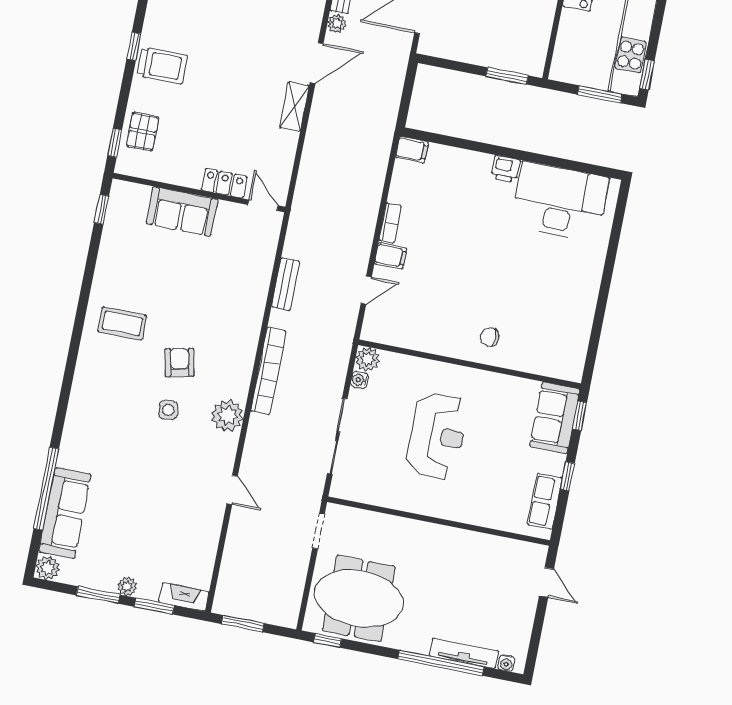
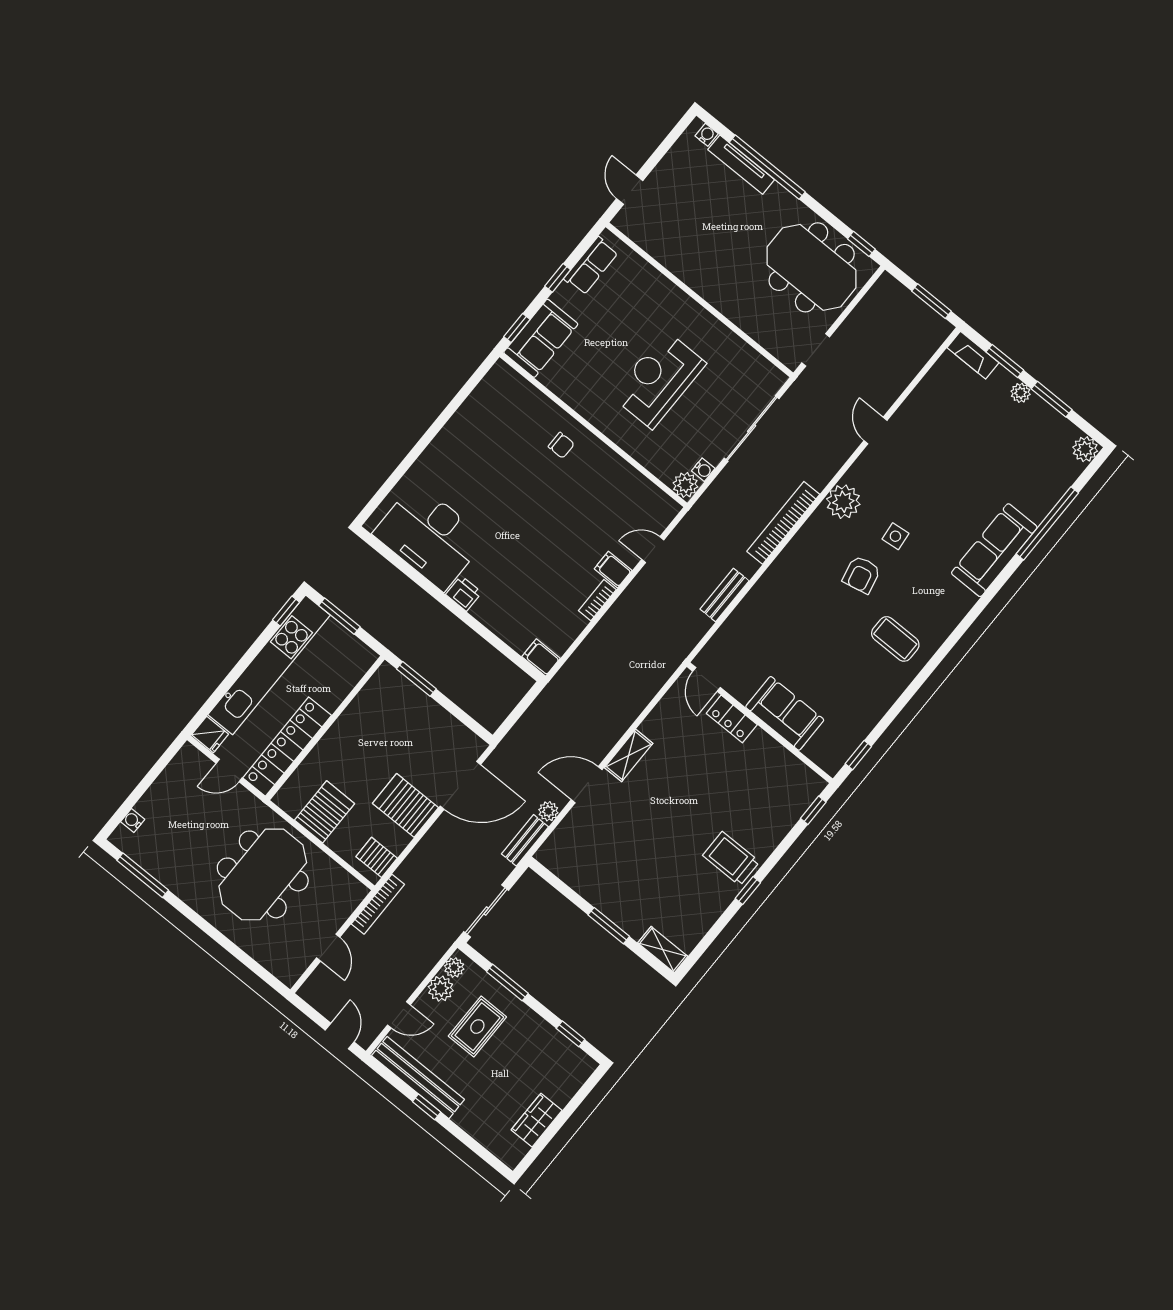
pallet: (143, 132) -> (782, 807), removed
sofa: (65, 513) -> (994, 550), moved

